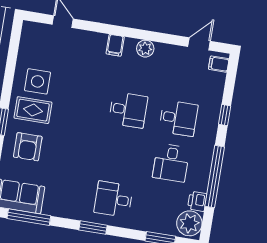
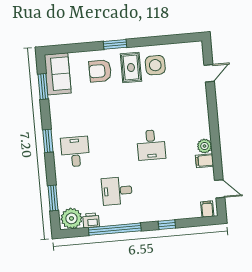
filing cabinet: (115, 45) -> (204, 161), moved
desk: (178, 118) -> (155, 188), removed
window: (29, 217) -> (43, 86), width x0.69

